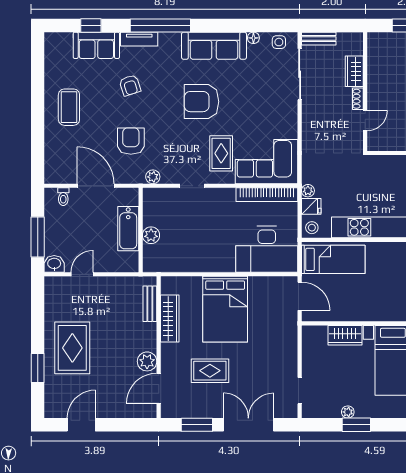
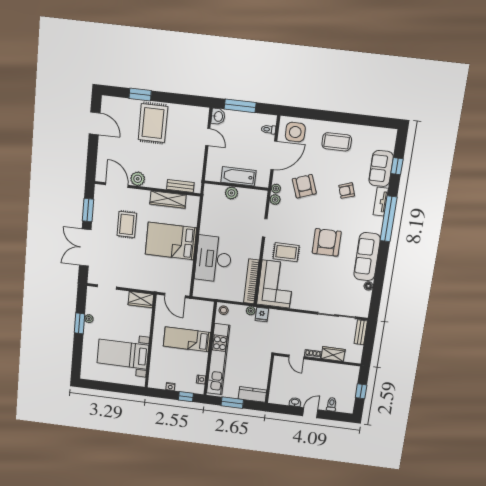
side table: (279, 42) -> (295, 132), moved, width x1.87, depth x1.87
armchair: (131, 141) -> (304, 186), turned -110
plant: (138, 178) -> (276, 189), added
fridge: (311, 206) -> (262, 315), moved
desk: (267, 249) -> (213, 259), moved
bed: (333, 259) -> (187, 339), moved, turned 90
door: (300, 296) -> (175, 295), hinge flipped
wardrobe: (345, 335) -> (141, 300), moved, turned -90
rug: (72, 348) -> (153, 123), turned 90
double door: (248, 425) -> (85, 248), swing flipped

